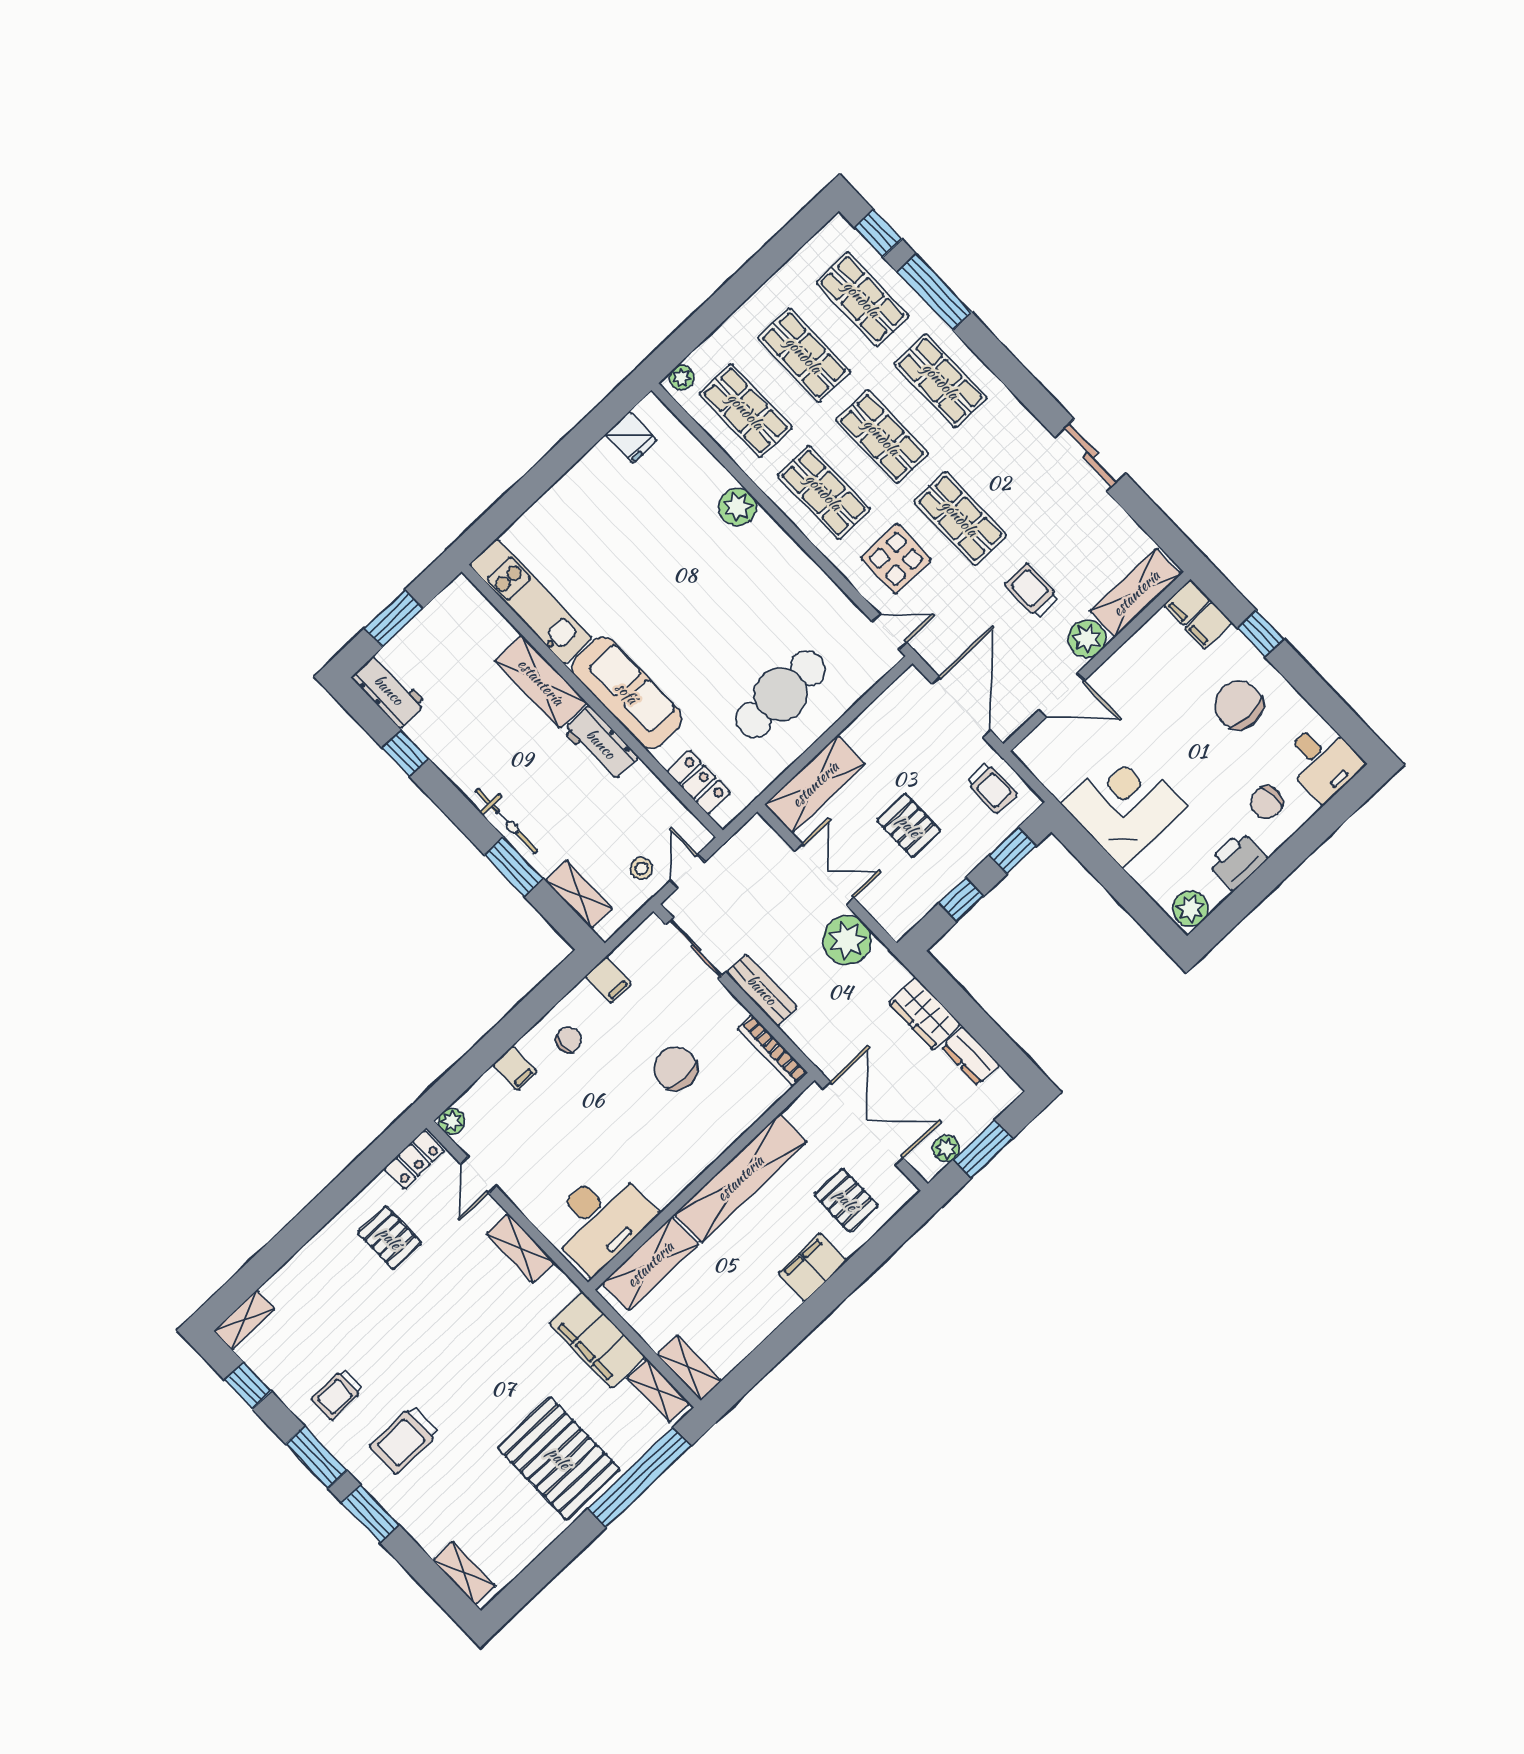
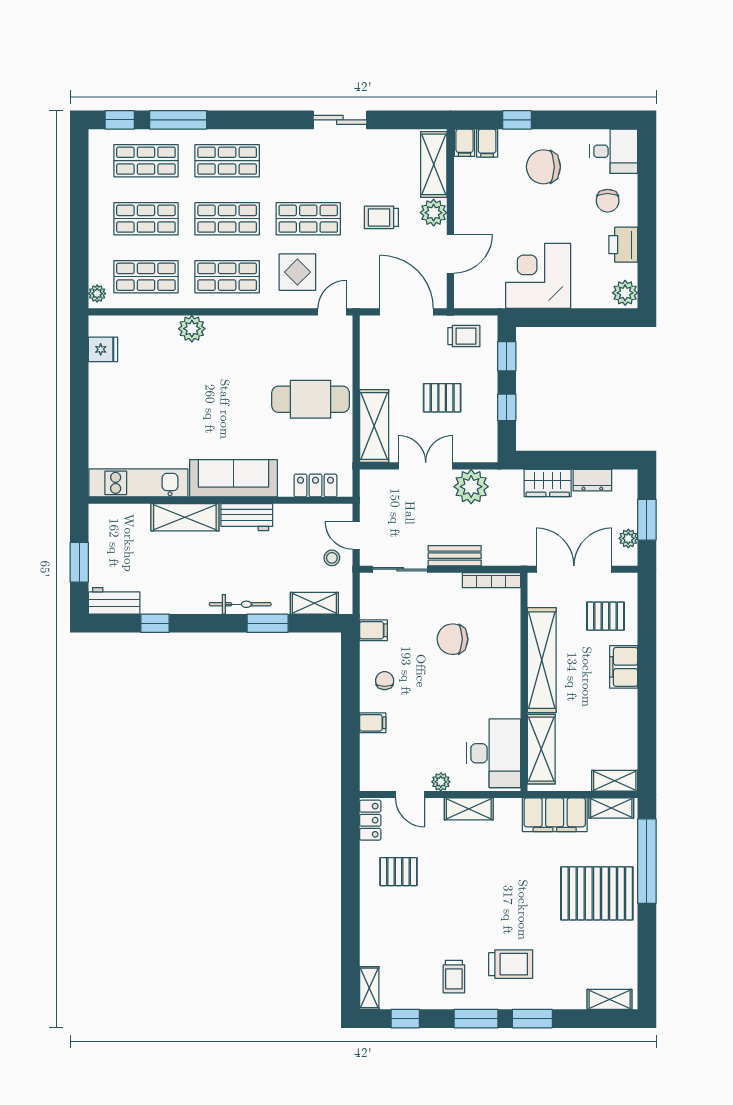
cafe table: (781, 694) -> (311, 399), turned 90
plant: (452, 1121) -> (441, 782), moved
trolley: (404, 1440) -> (511, 964), turned -90

